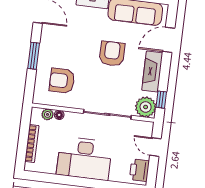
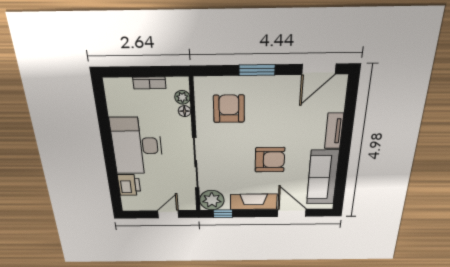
bookcase: (32, 144) -> (149, 83), width x0.64
printer: (139, 170) -> (129, 185), moved, turned 90

